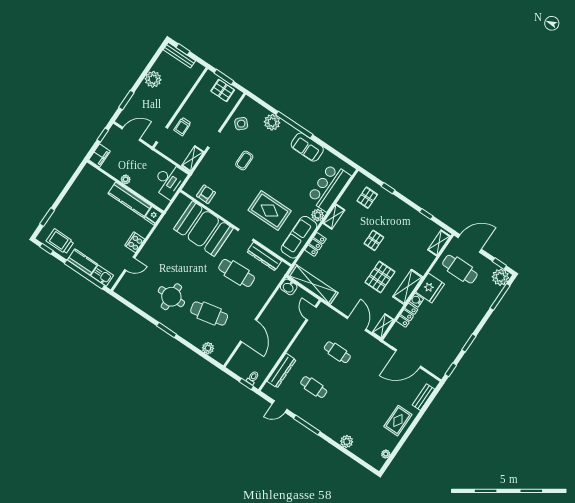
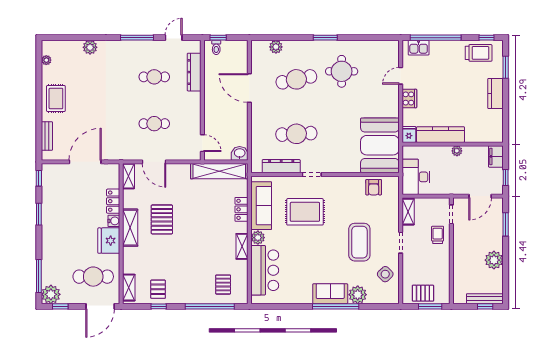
sofa: (307, 147) -> (330, 294), moved
coffee table: (244, 161) -> (359, 242), width x1.86, depth x1.72
window: (388, 188) -> (210, 306), width x3.17
booth: (203, 229) -> (380, 145), moved, turned 90
pallet: (374, 240) -> (158, 289), moved
kitchen counter: (82, 262) -> (496, 94), moved, turned 90

